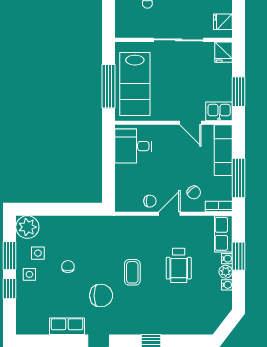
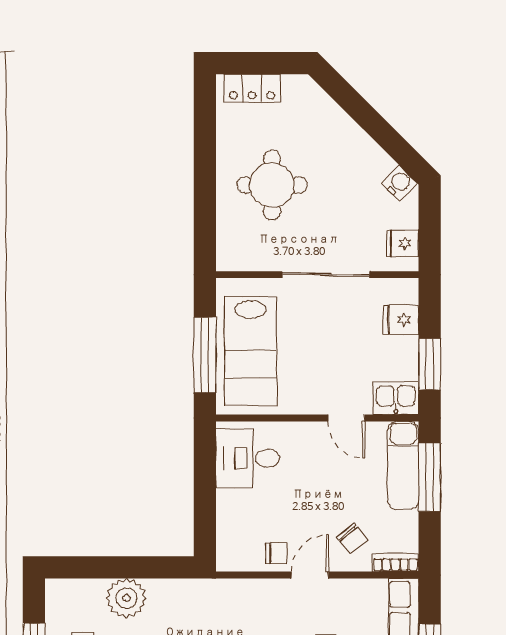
fridge: (224, 52) -> (401, 320), moved, turned 90
window: (239, 178) -> (430, 477), moved
plant: (27, 227) -> (126, 598), moved

